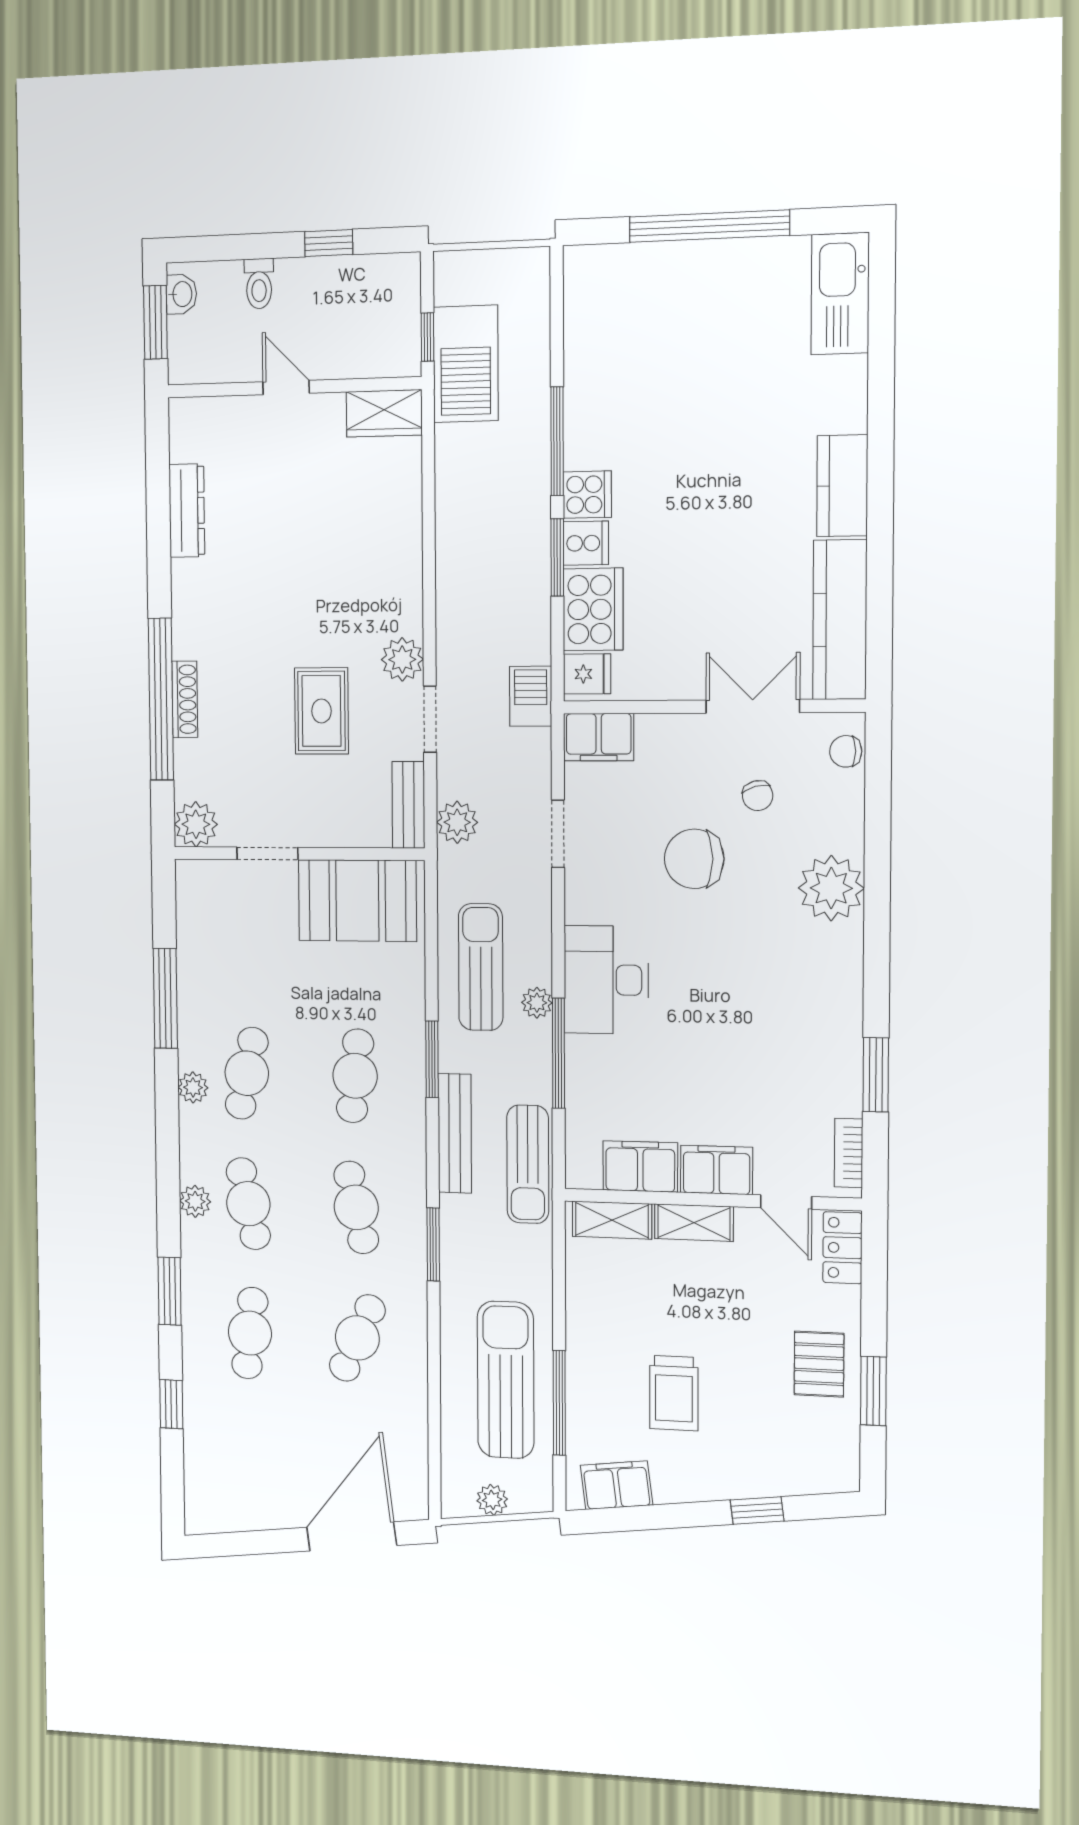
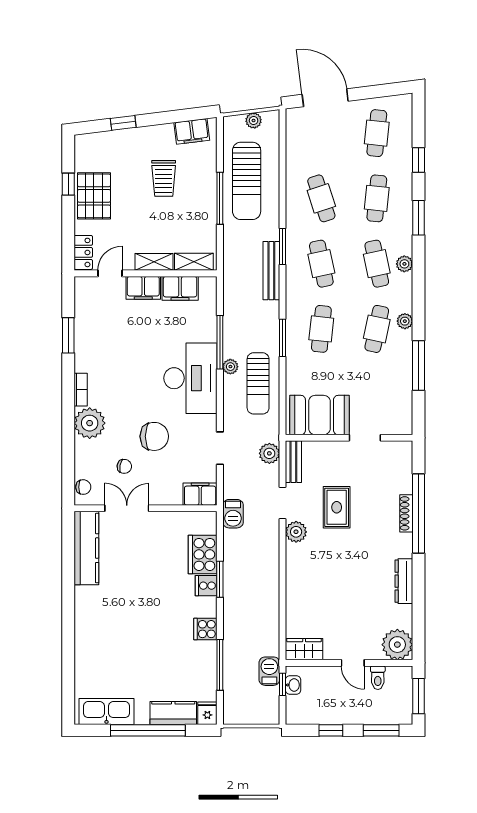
window: (228, 248) -> (381, 730), added
toilet: (259, 284) -> (378, 678), moved, turned 180
washbasin: (182, 294) -> (293, 685), moved, turned 180
kitchen sink: (840, 294) -> (106, 711), moved, turned -90
barbecue: (466, 364) -> (269, 671), width x0.53, depth x0.65
window: (557, 441) -> (220, 665), moved
kitchen counter: (842, 486) -> (173, 713), moved, turned -90
cooker: (587, 495) -> (205, 629), moved
dresser: (187, 511) -> (404, 581), moved
fridge: (587, 674) -> (207, 713), moved, turned 90
double door: (753, 706) -> (127, 508), swing flipped
chair: (758, 796) -> (124, 466), turned 116
plant: (196, 824) -> (397, 645), moved, width x1.36, depth x1.36
desk: (606, 980) -> (190, 378), width x1.36, depth x1.30
bench: (455, 1133) -> (271, 271), moved
bookcase: (849, 1153) -> (81, 390), moved
sun lounger: (528, 1164) -> (235, 288), removed
door: (786, 1202) -> (110, 273), hinge flipped
cafe table: (357, 1338) -> (321, 198), turned -42
pallet: (819, 1364) -> (94, 196), width x1.50, depth x1.42
window: (873, 1391) -> (68, 184), width x0.67
trolley: (674, 1393) -> (164, 178), turned 180
window: (559, 1403) -> (220, 198), moved
cafe table: (251, 1461) -> (377, 133), added
door: (352, 1536) -> (325, 98), swing flipped

